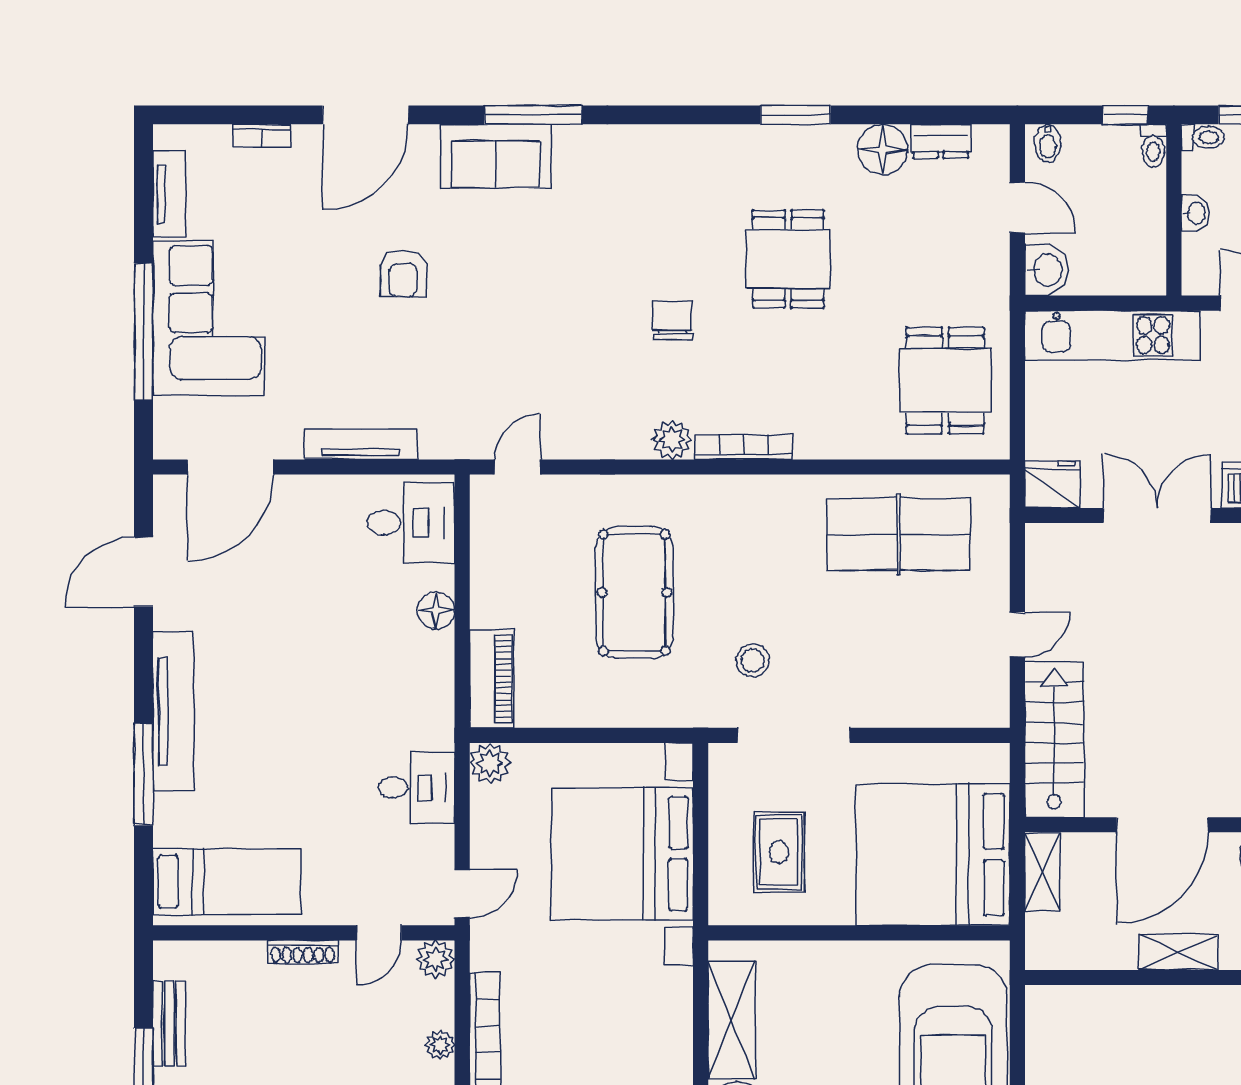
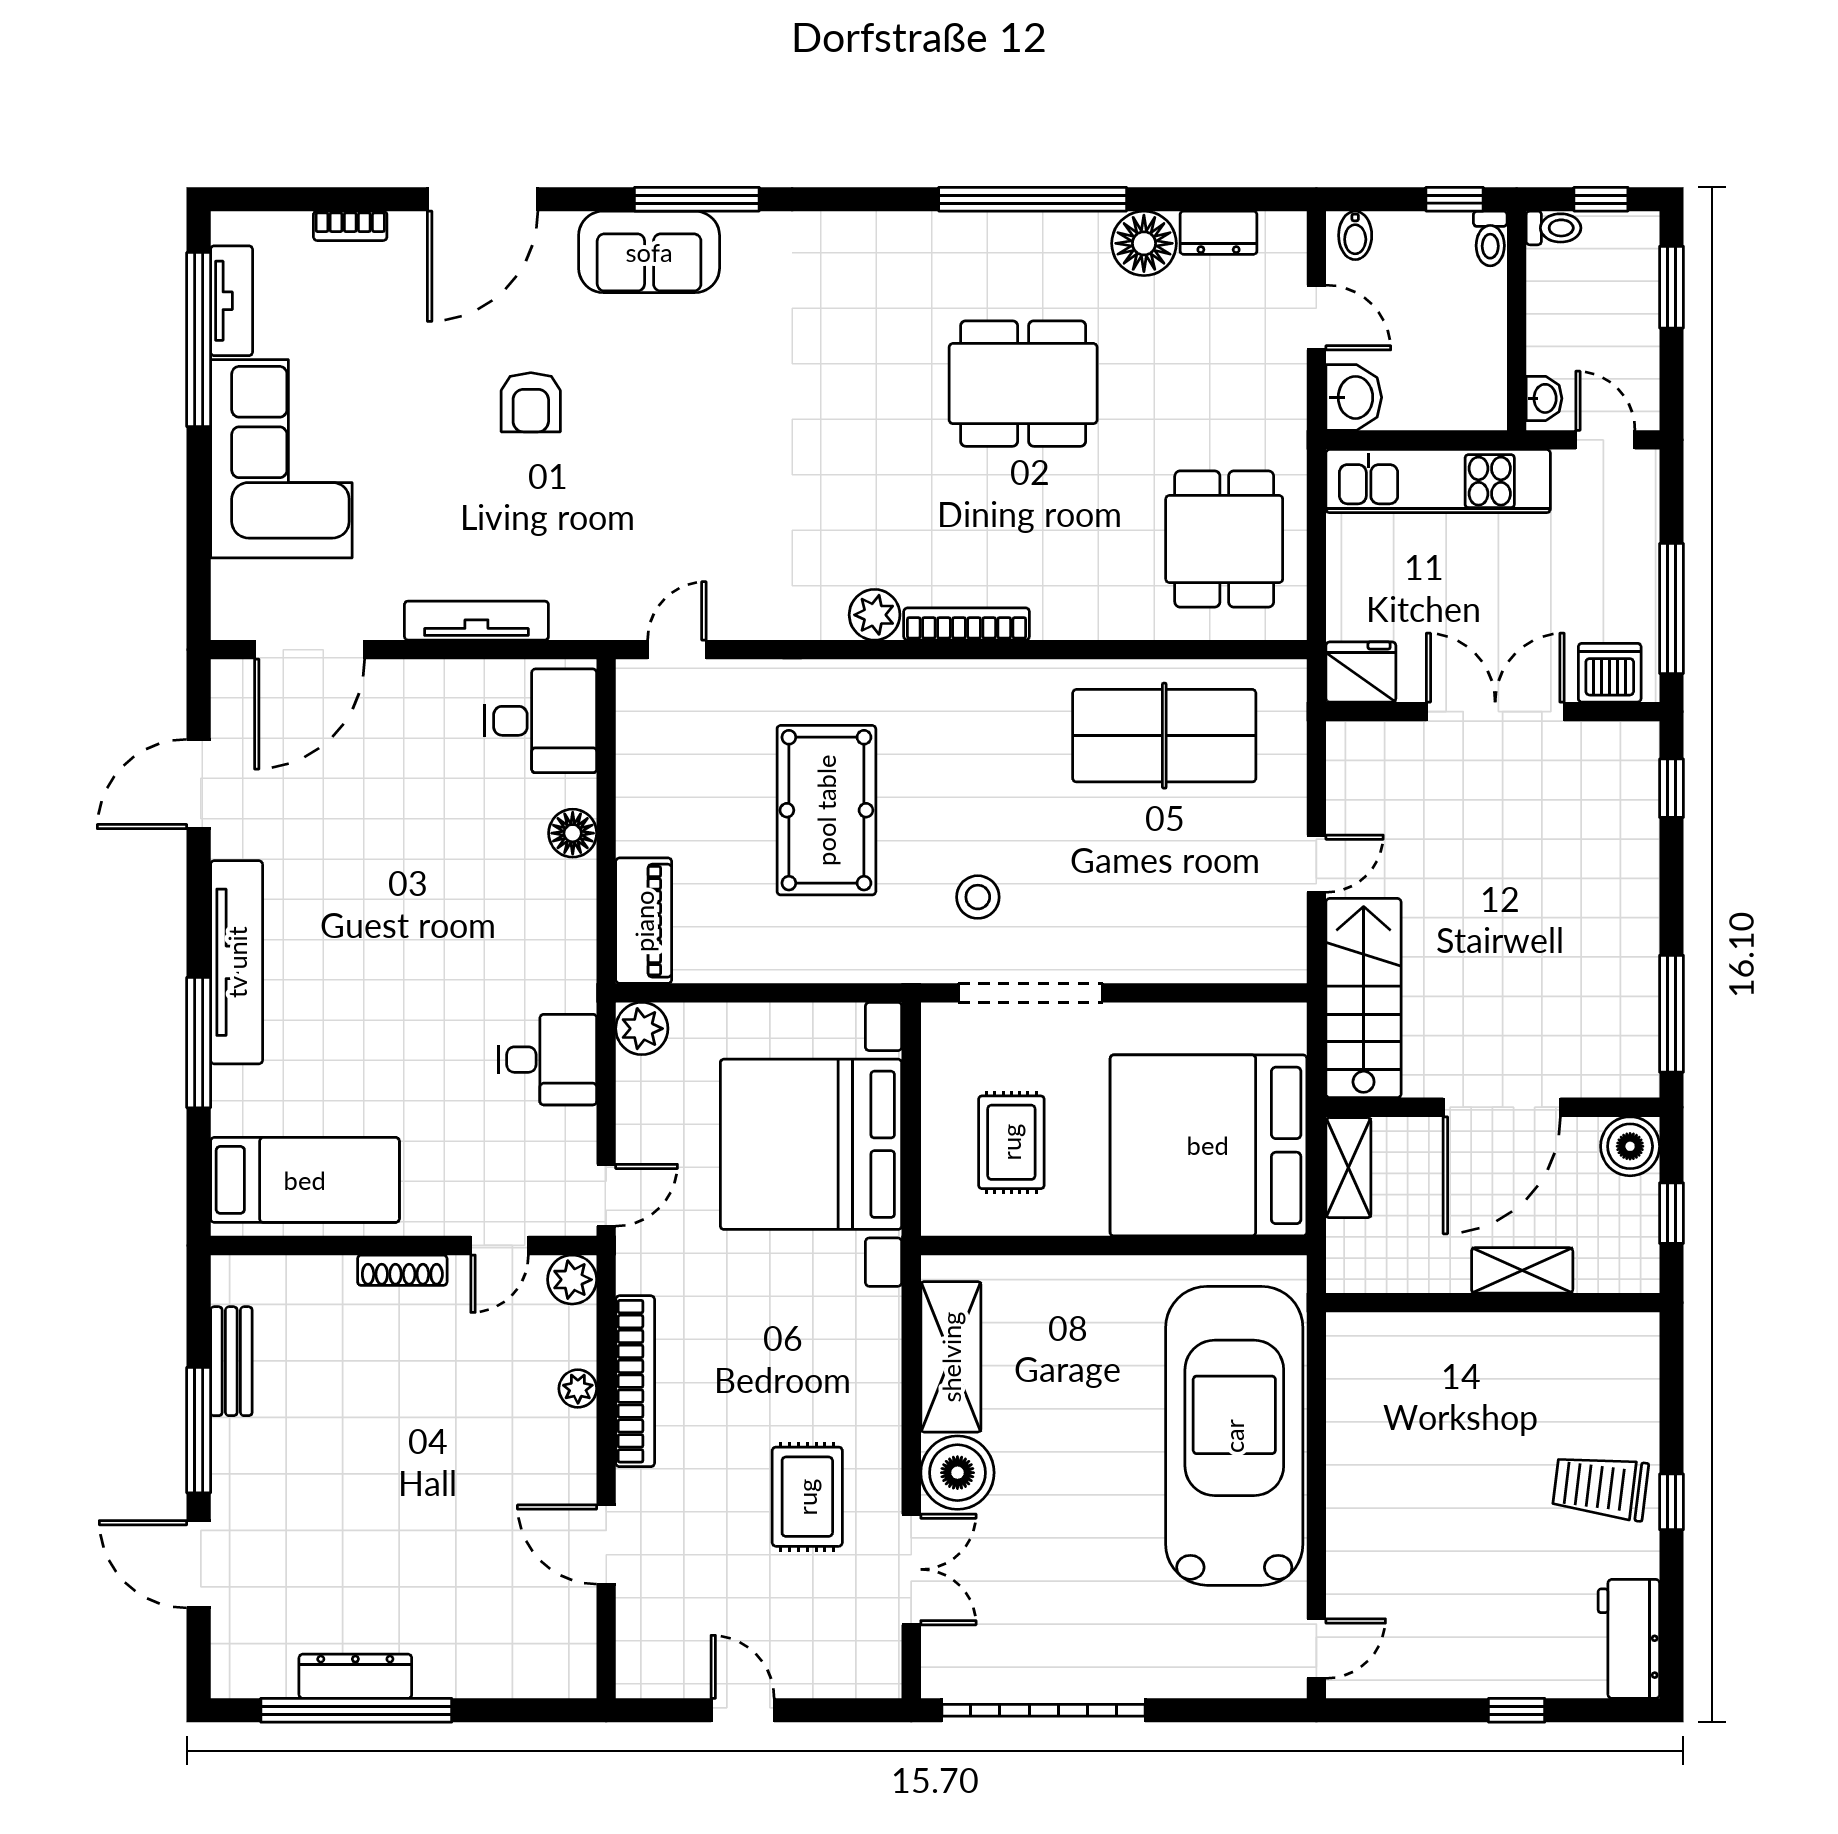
window: (795, 115) -> (1033, 199), width x2.11
washbasin: (1195, 213) -> (1544, 398), moved
dining table: (788, 259) -> (1023, 384), width x1.38
chair: (672, 320) -> (875, 462), removed
window: (144, 332) -> (199, 340), moved

